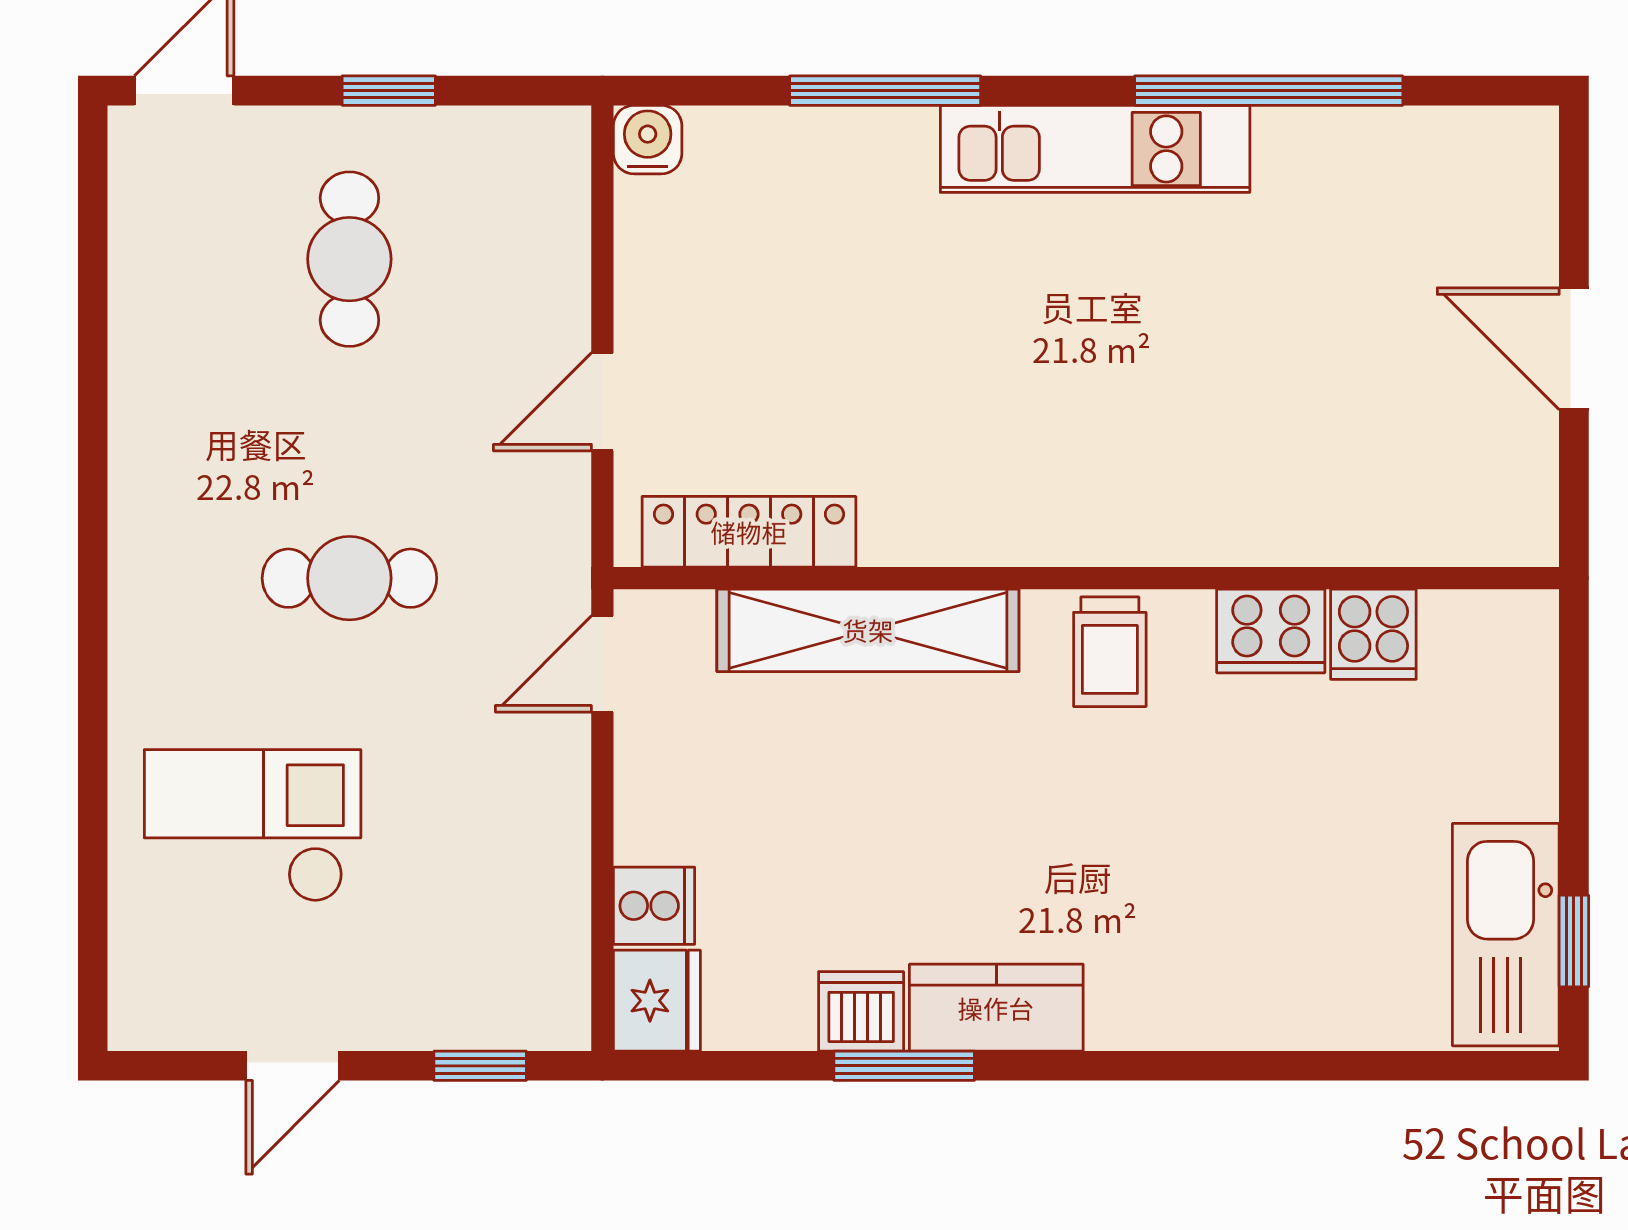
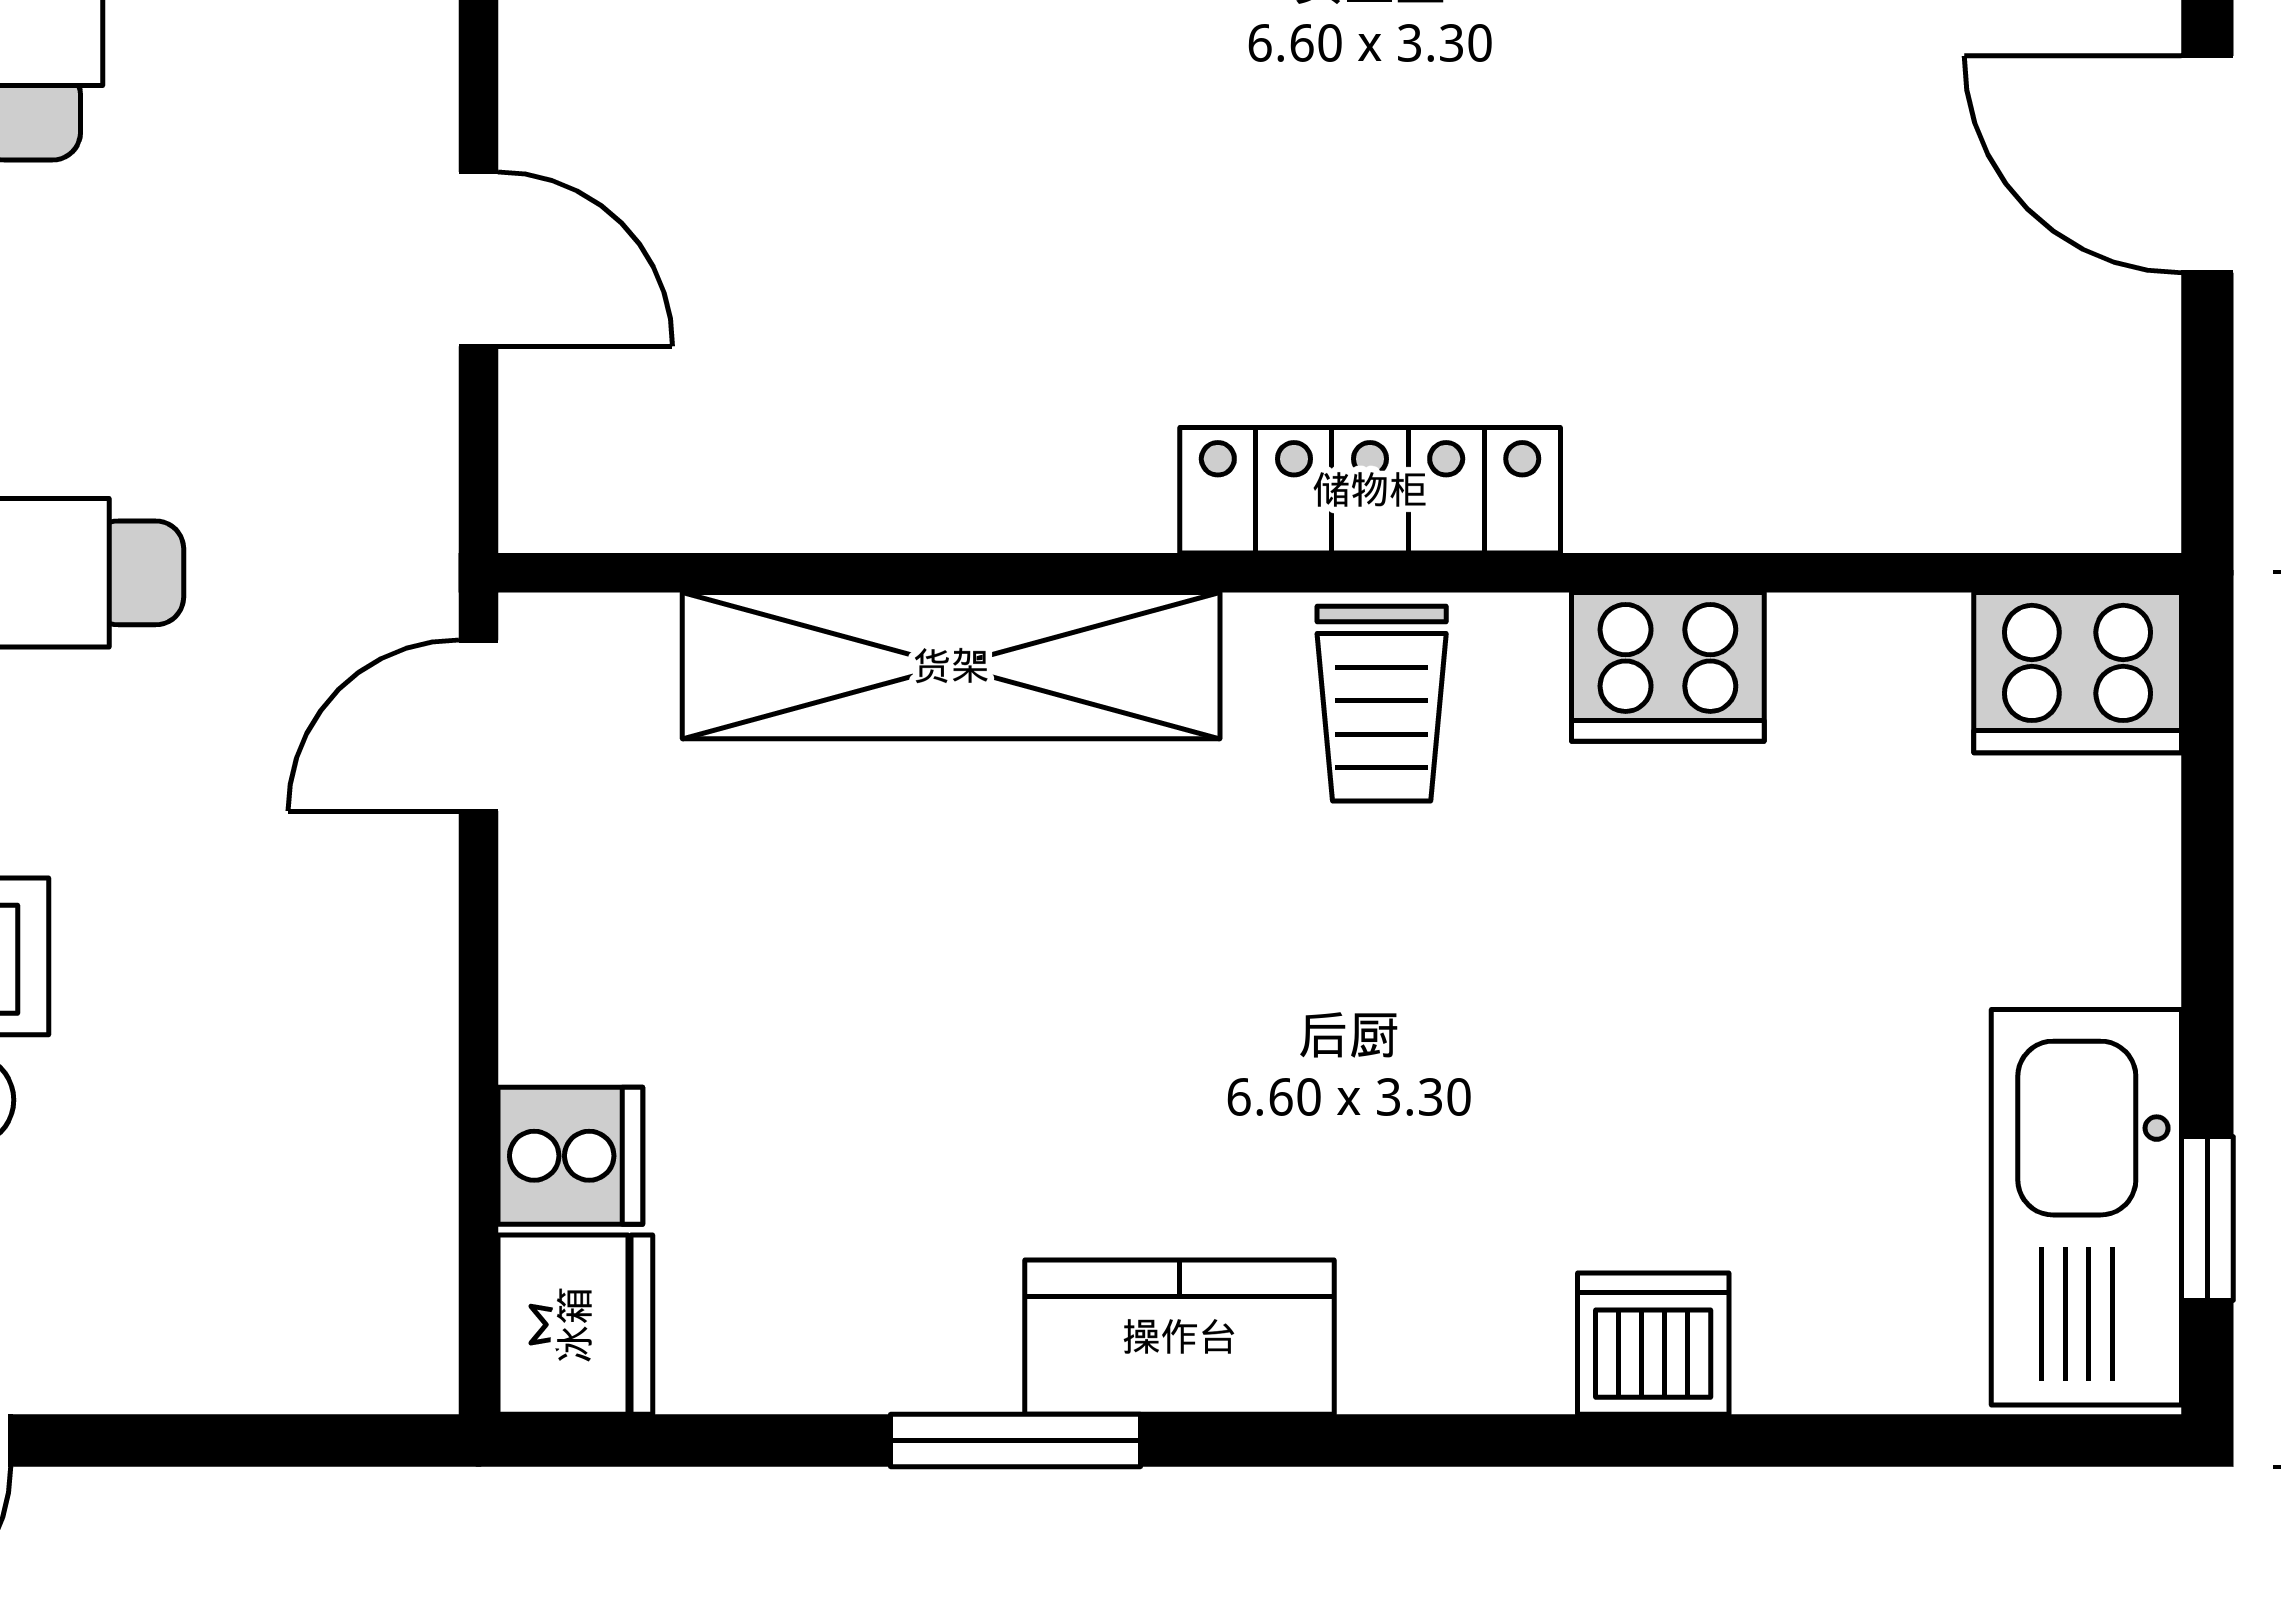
door: (602, 402) -> (478, 259), swing flipped
locker: (749, 532) -> (1370, 490), moved
cooker: (1373, 634) -> (2078, 673), moved, width x1.36
dishwasher: (861, 1011) -> (1653, 1344), moved
window: (480, 1066) -> (261, 1441), removed

